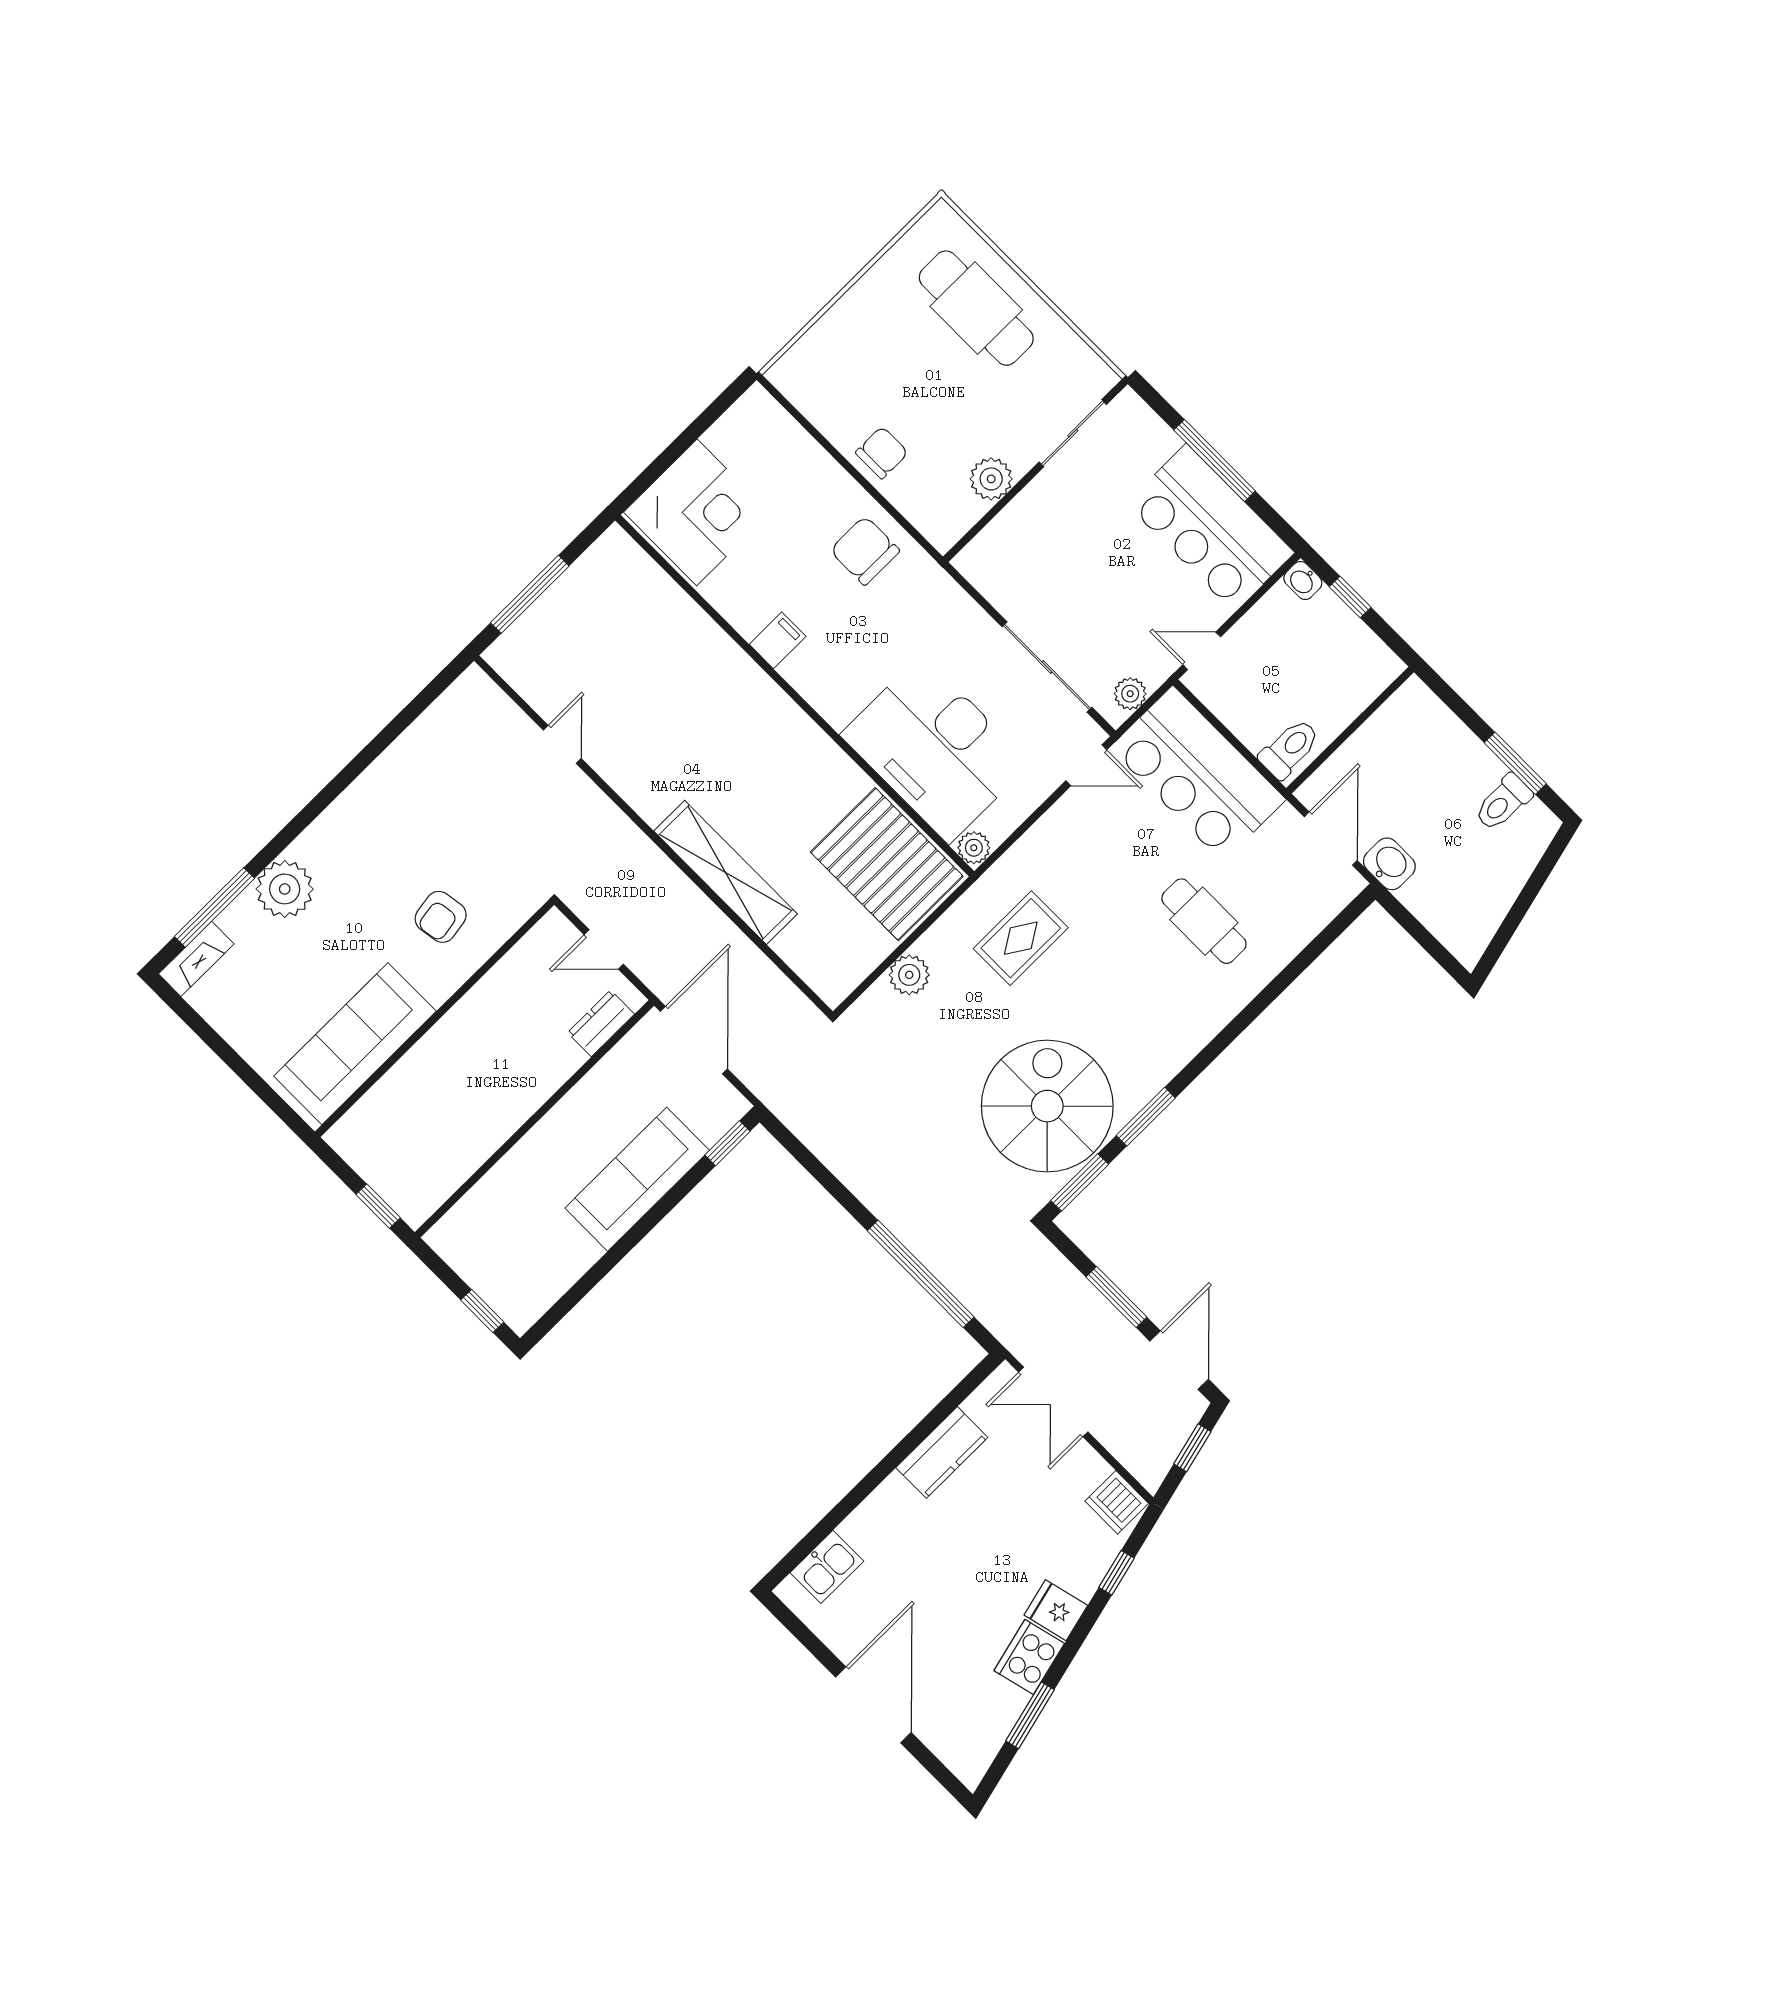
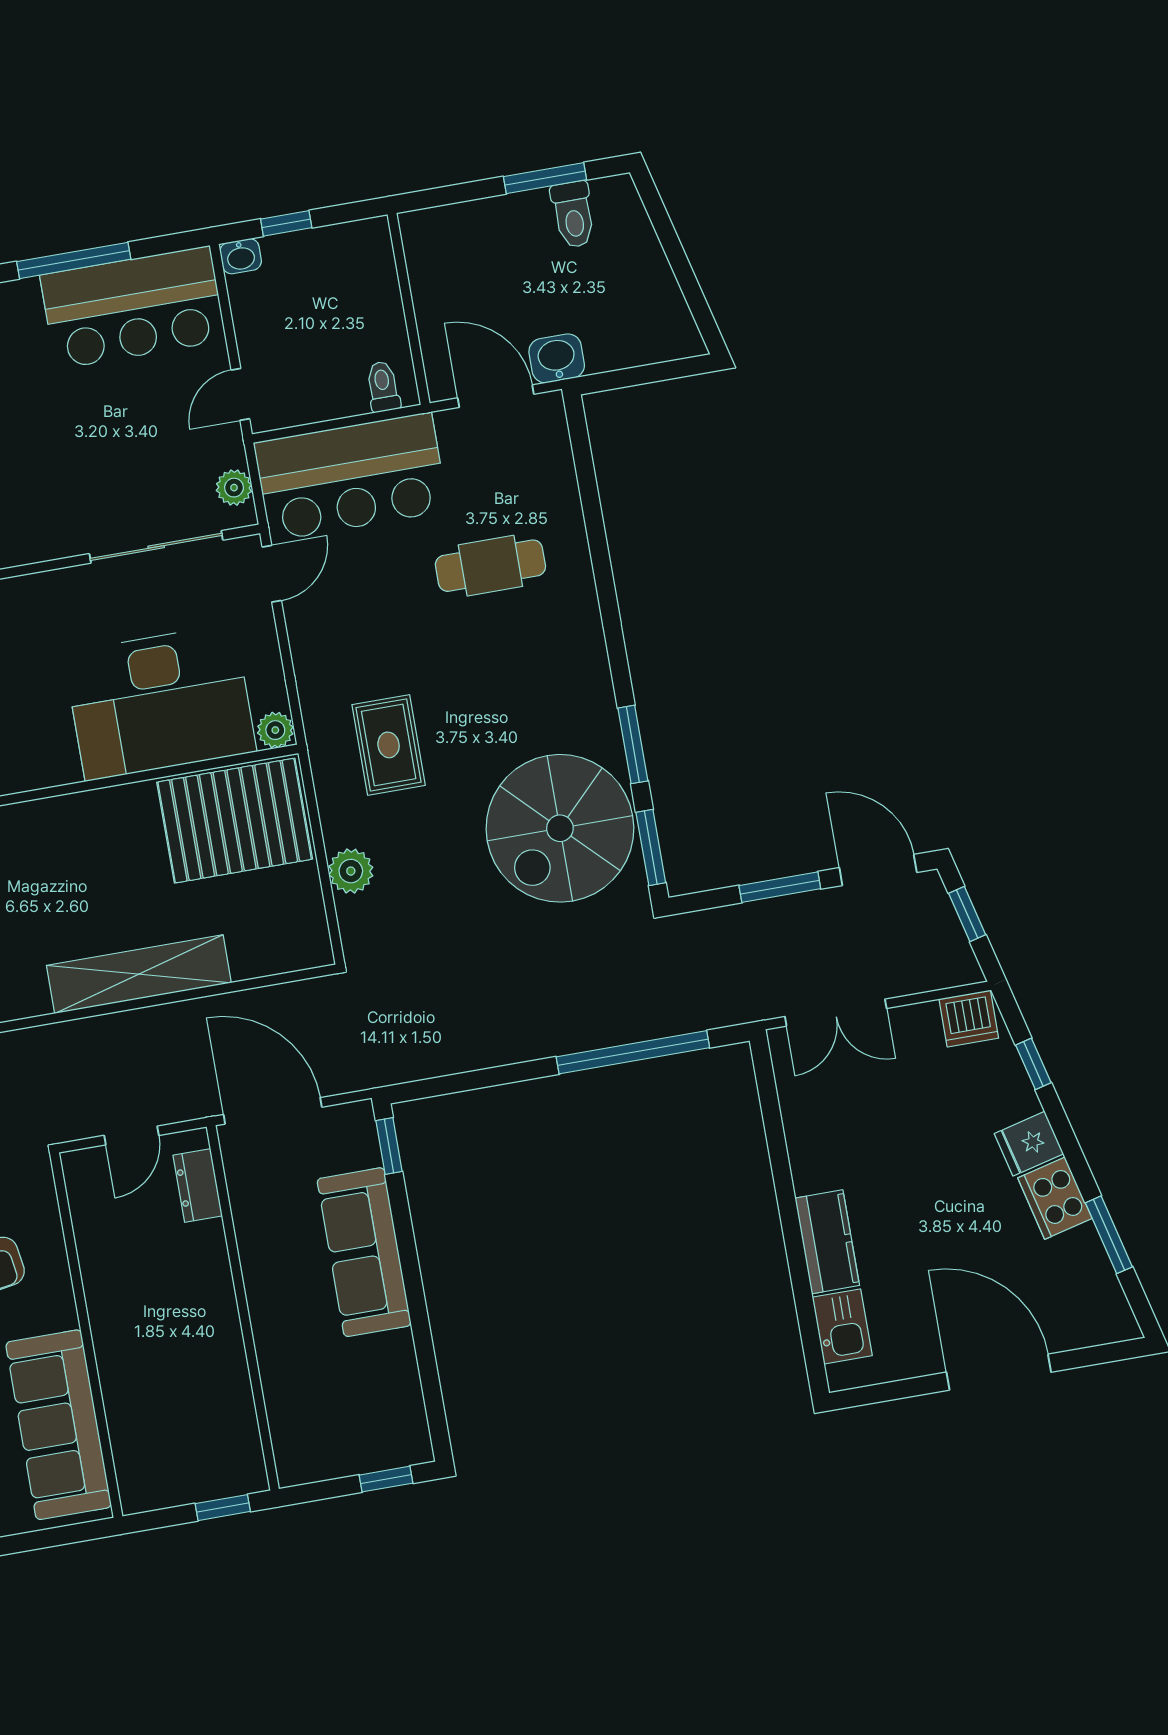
toilet: (1290, 749) -> (383, 387), width x0.73, depth x0.72
spiral stairs: (1047, 1106) -> (560, 828), turned -90
kitchen counter: (942, 1452) -> (827, 1242), moved

